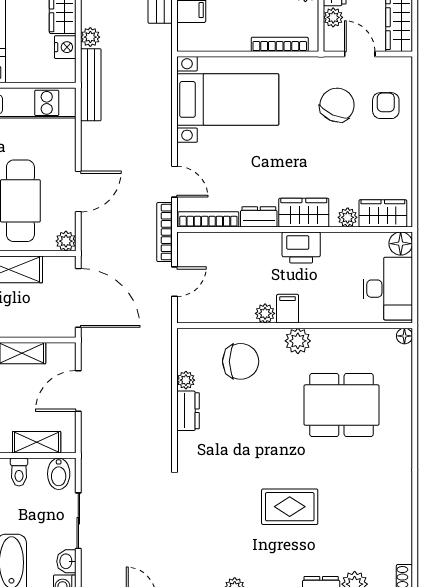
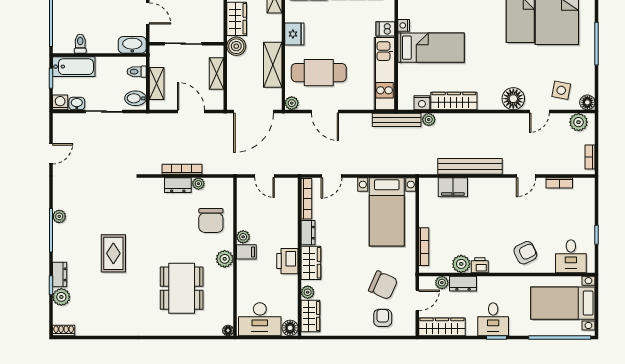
armchair: (386, 106) -> (383, 318), turned -90
bookcase: (164, 232) -> (182, 169), moved

